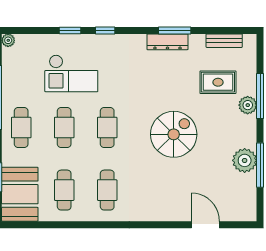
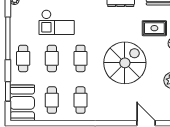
spiral stairs: (174, 134) -> (125, 63), width x1.37, depth x1.37

